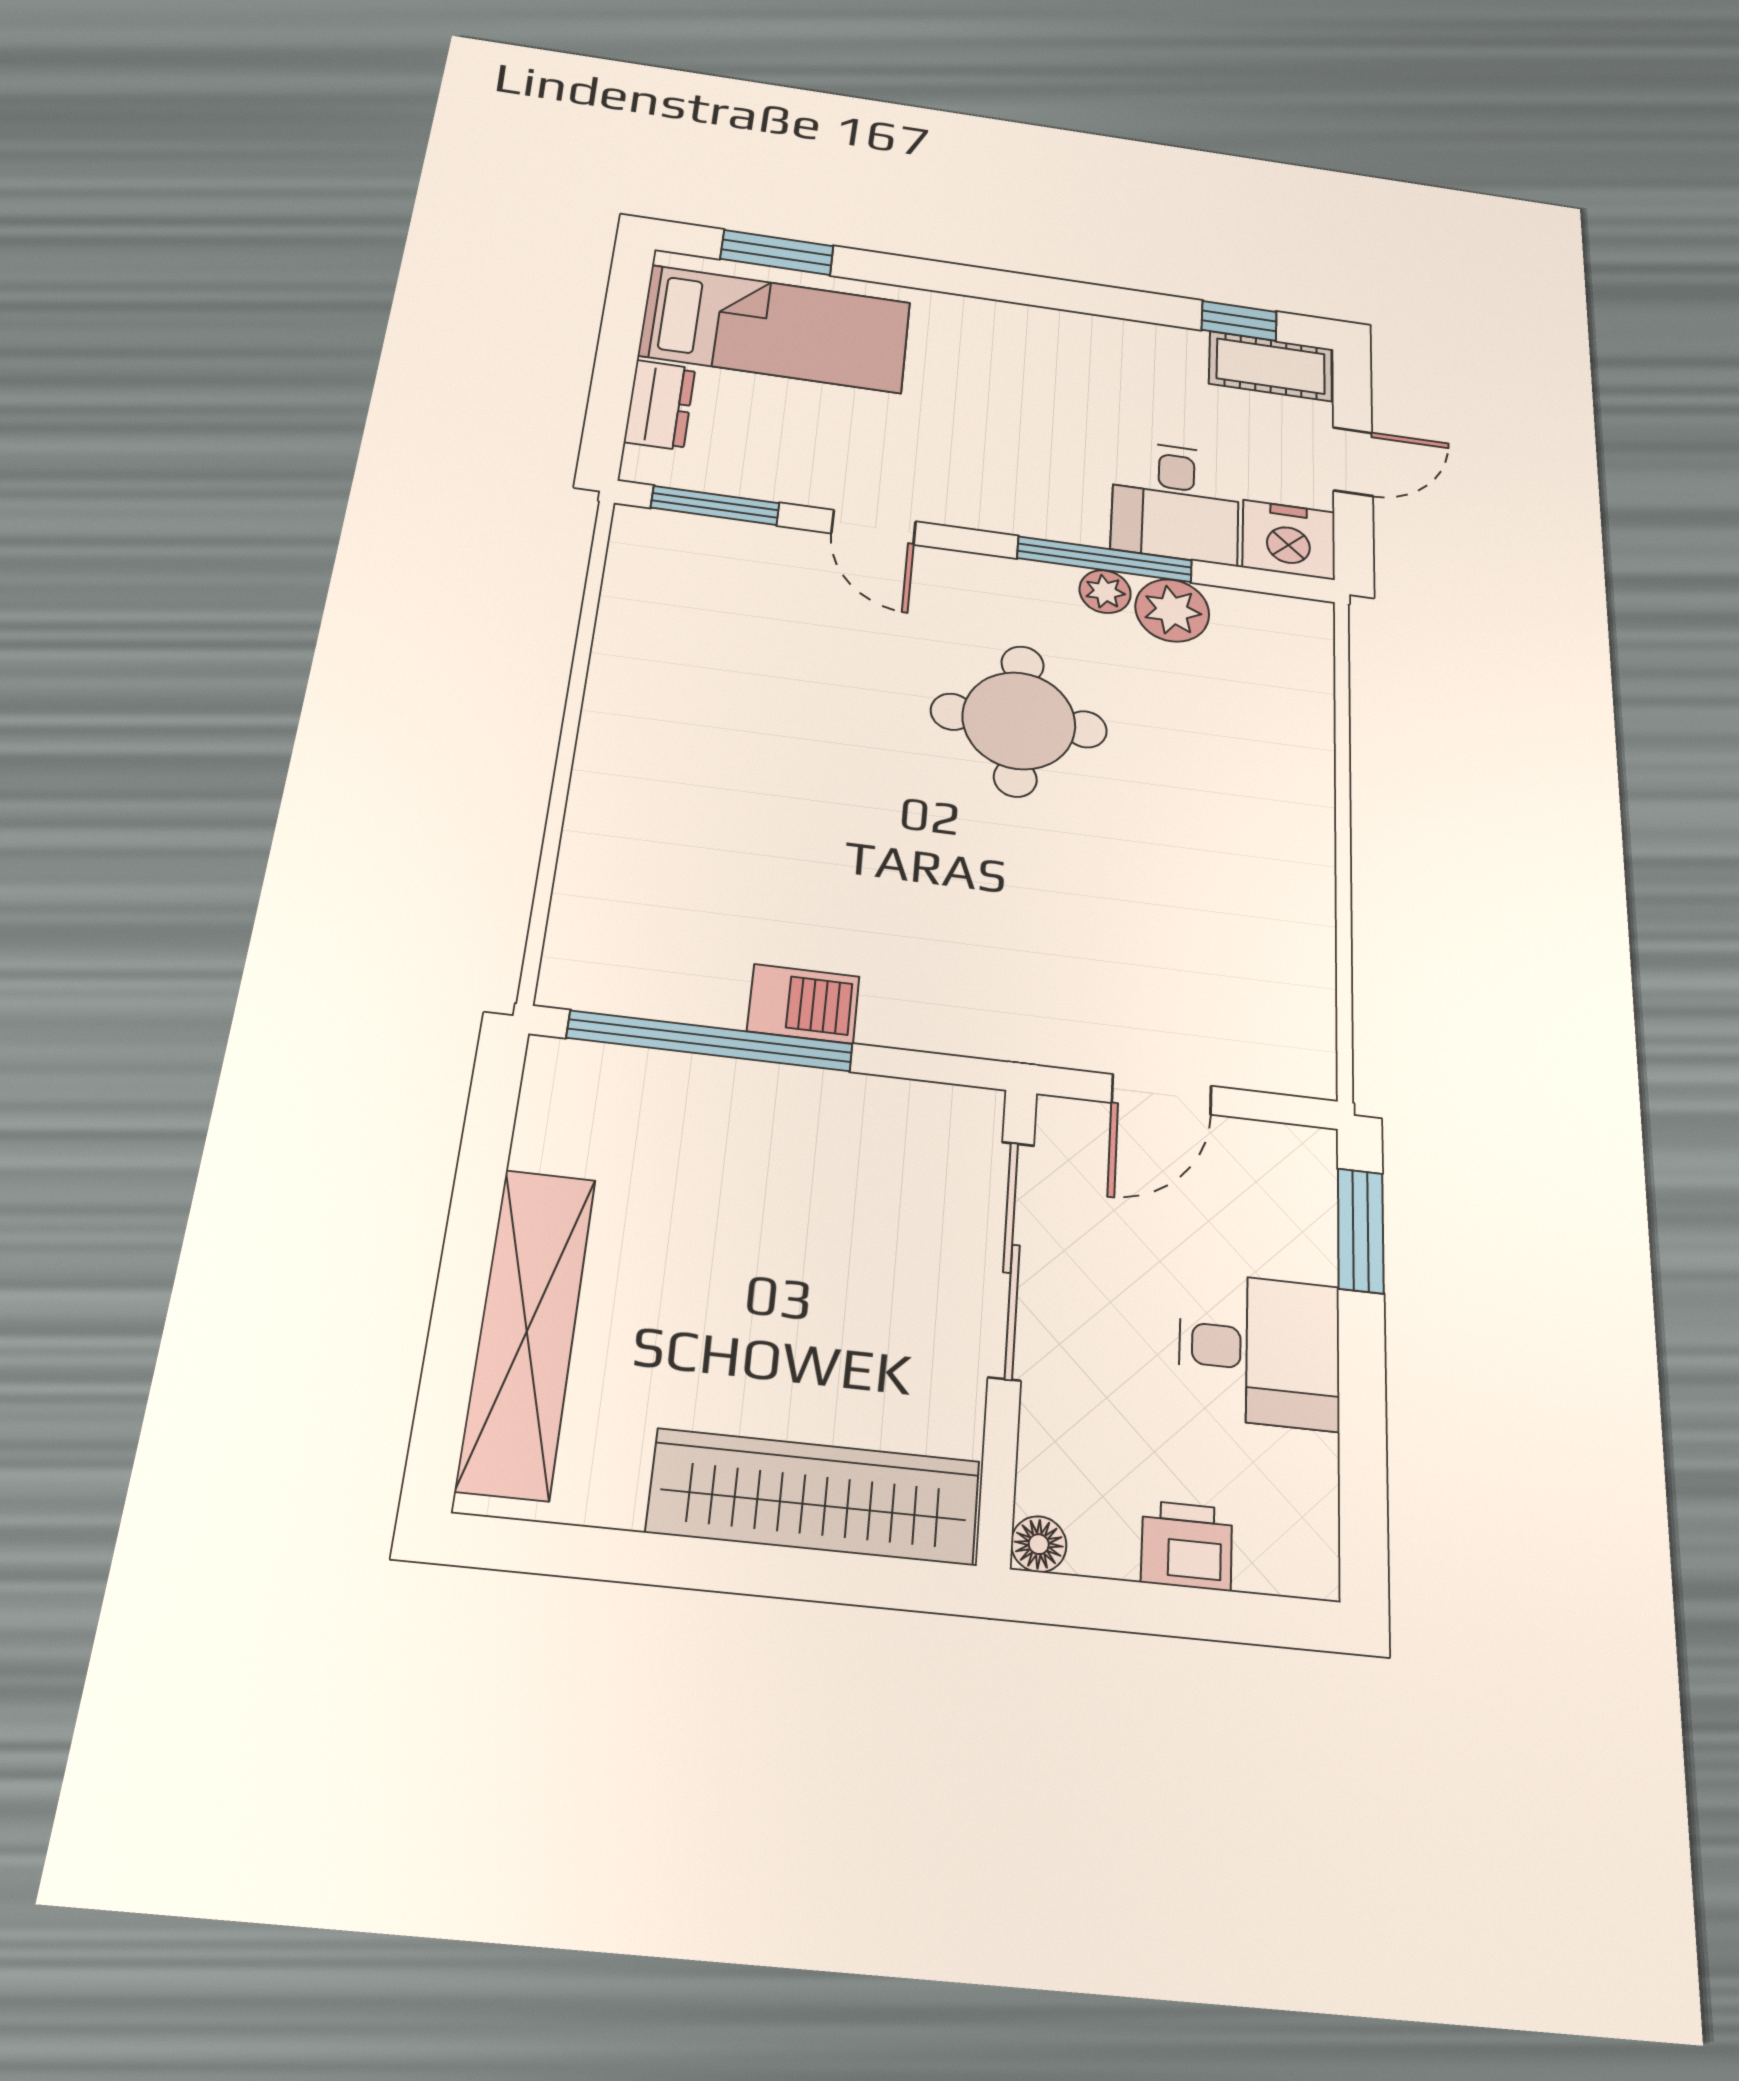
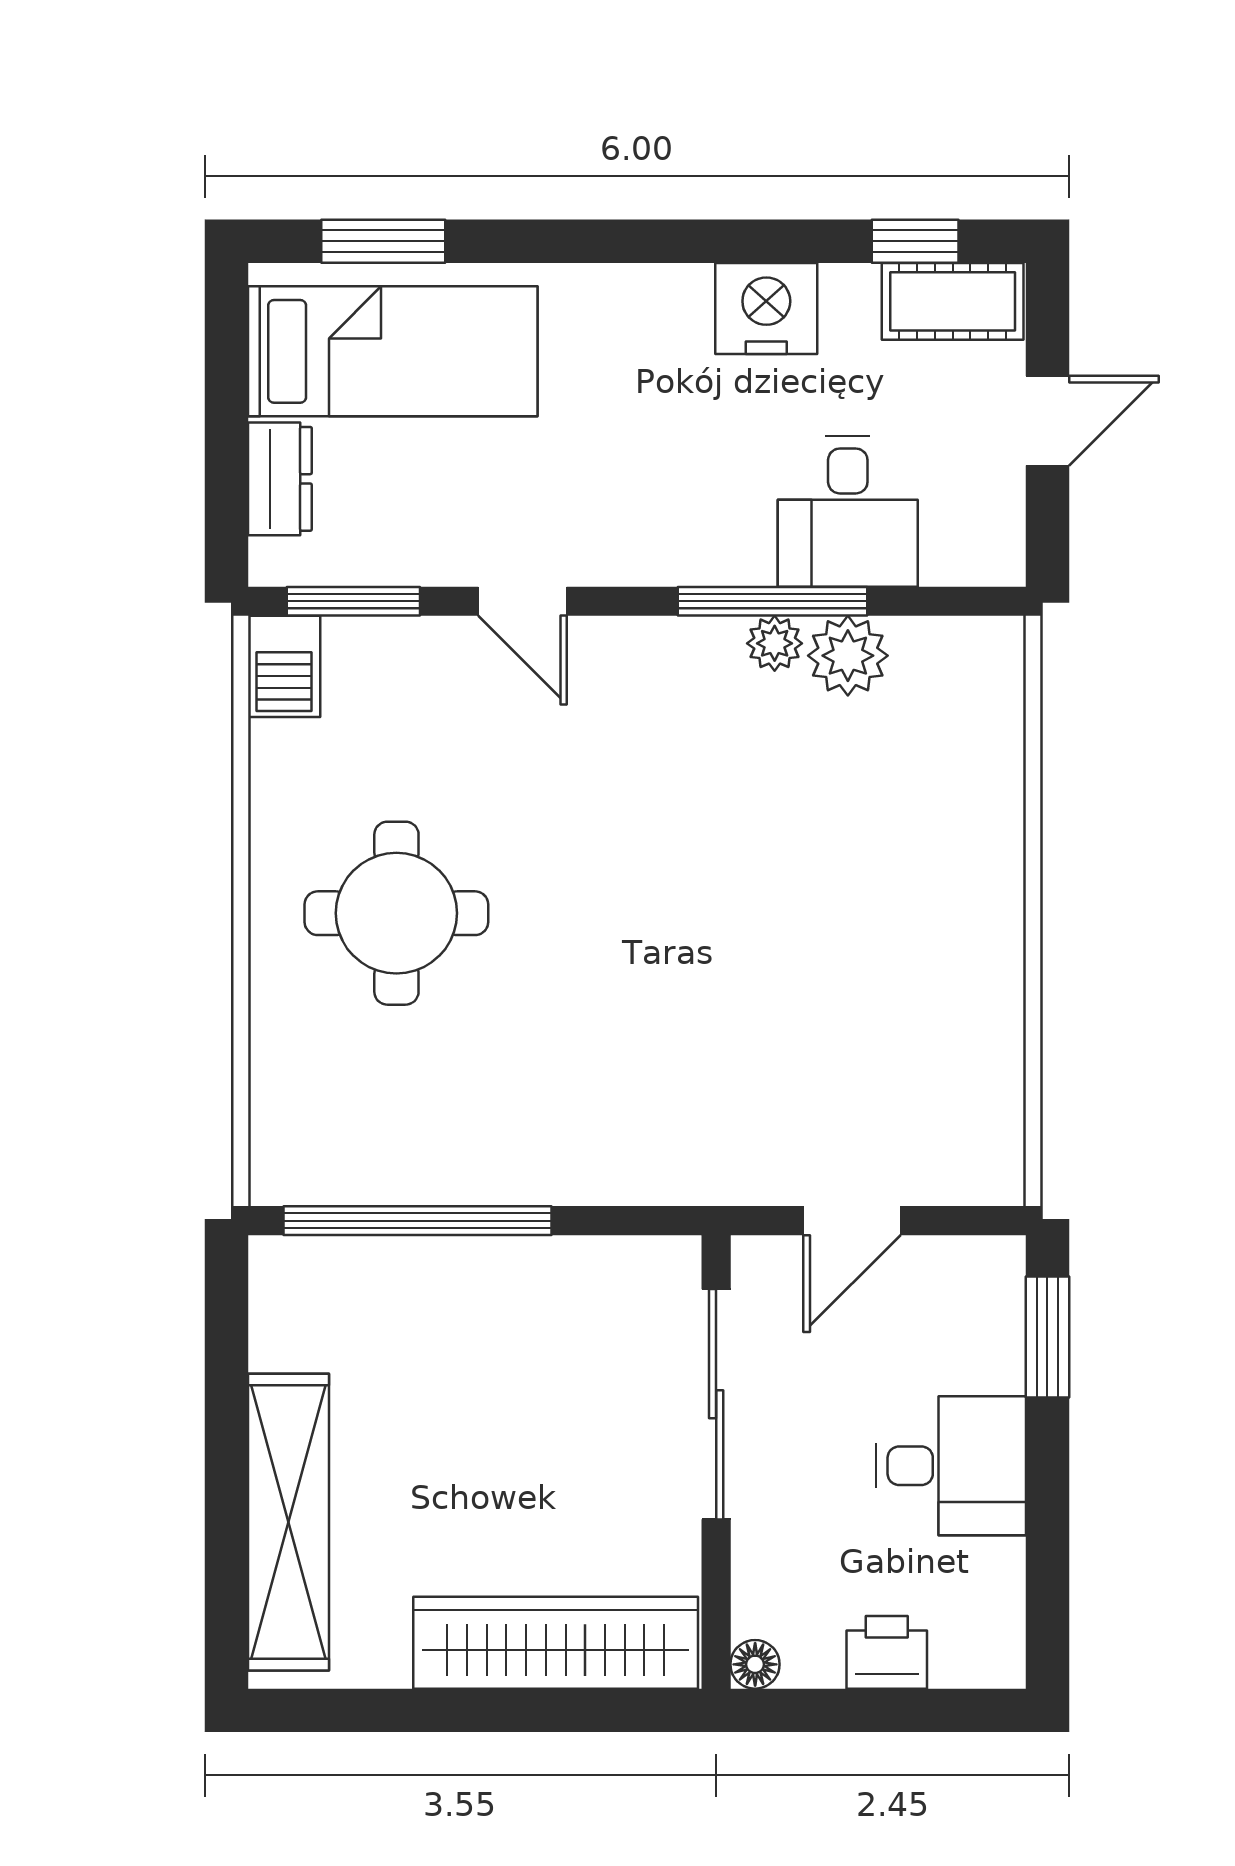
nightstand: (1288, 540) -> (766, 308), moved, turned 180
round table: (1019, 721) -> (396, 913), moved
barbecue: (803, 1004) -> (284, 666), moved, turned 90

